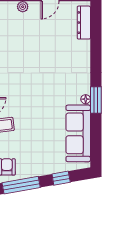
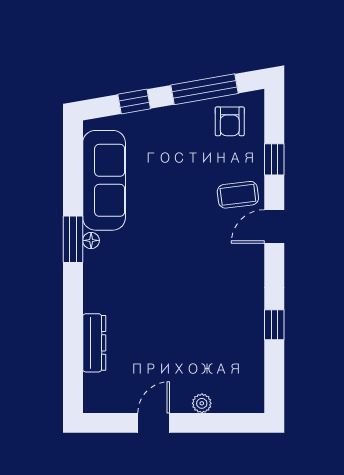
dresser: (84, 23) -> (94, 343), moved

